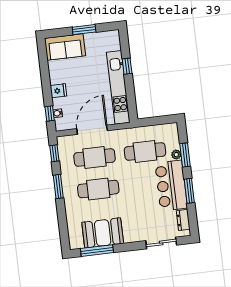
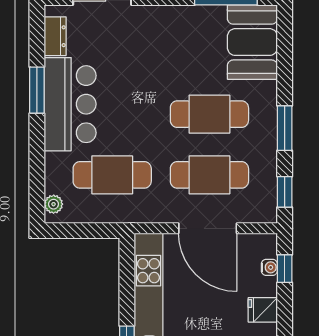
door: (92, 130) -> (208, 228), hinge flipped
plant: (176, 155) -> (54, 204), moved
window: (185, 155) -> (37, 159), removed
booth: (103, 233) -> (252, 42), moved, turned 90

